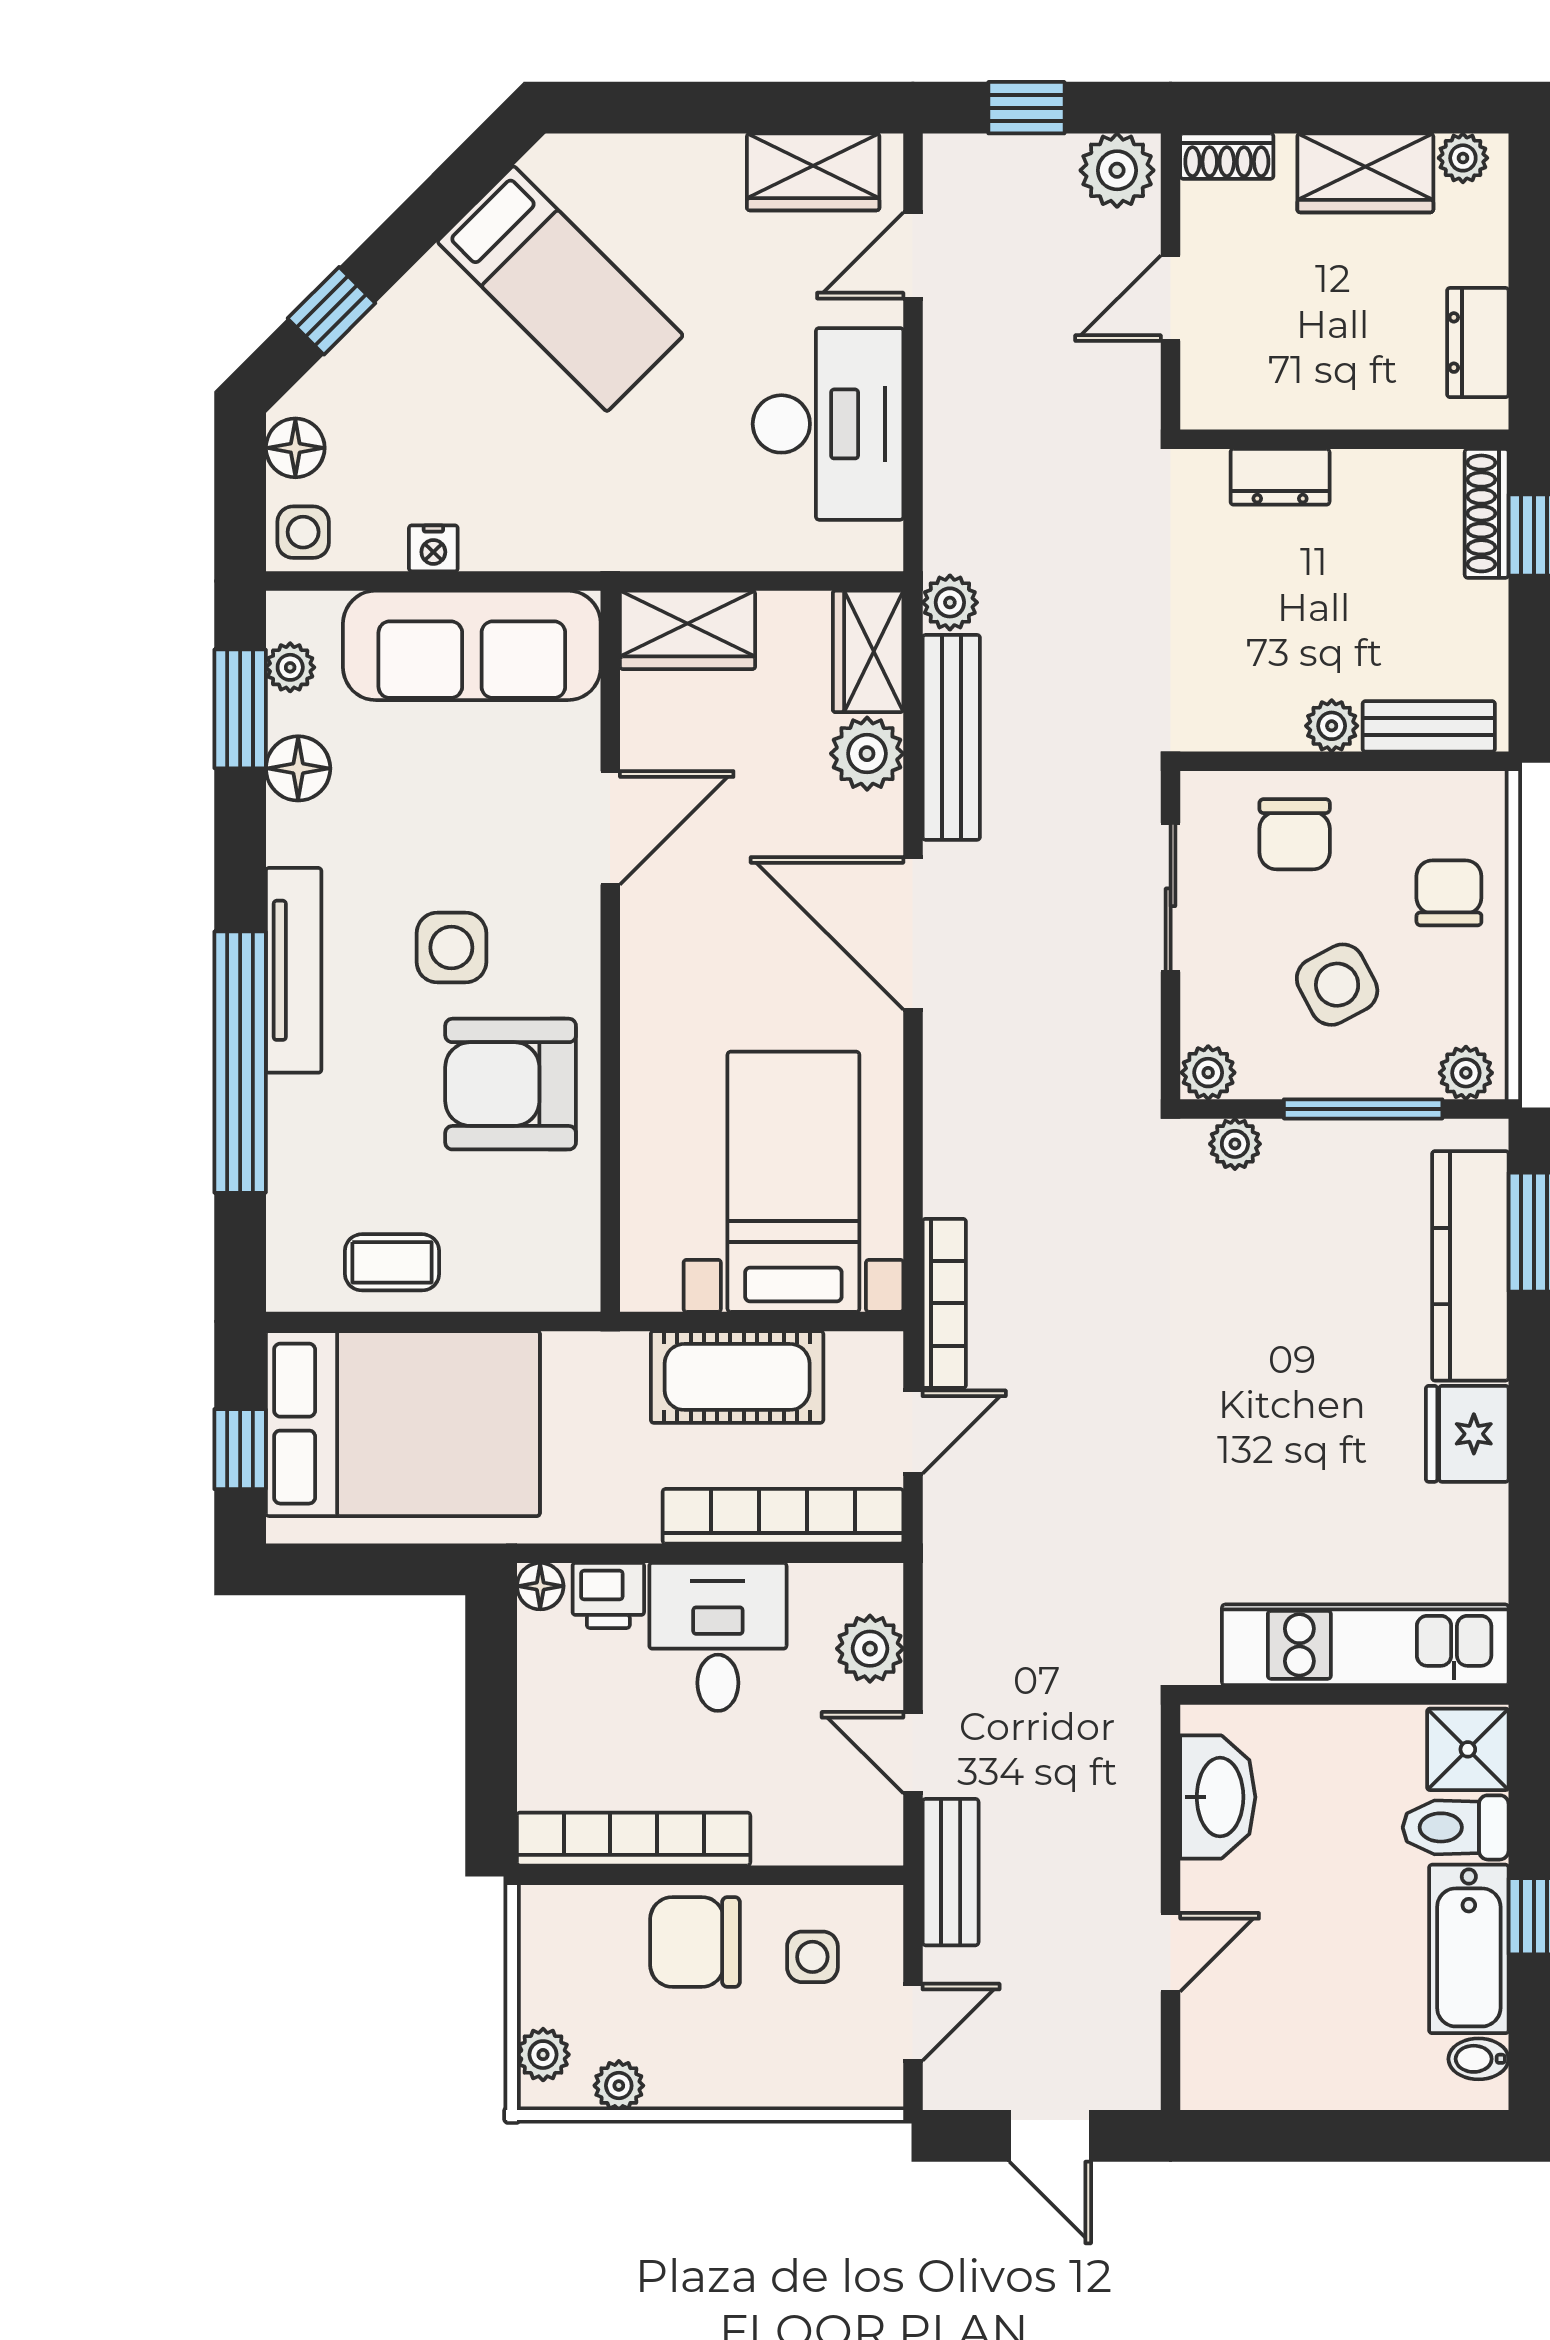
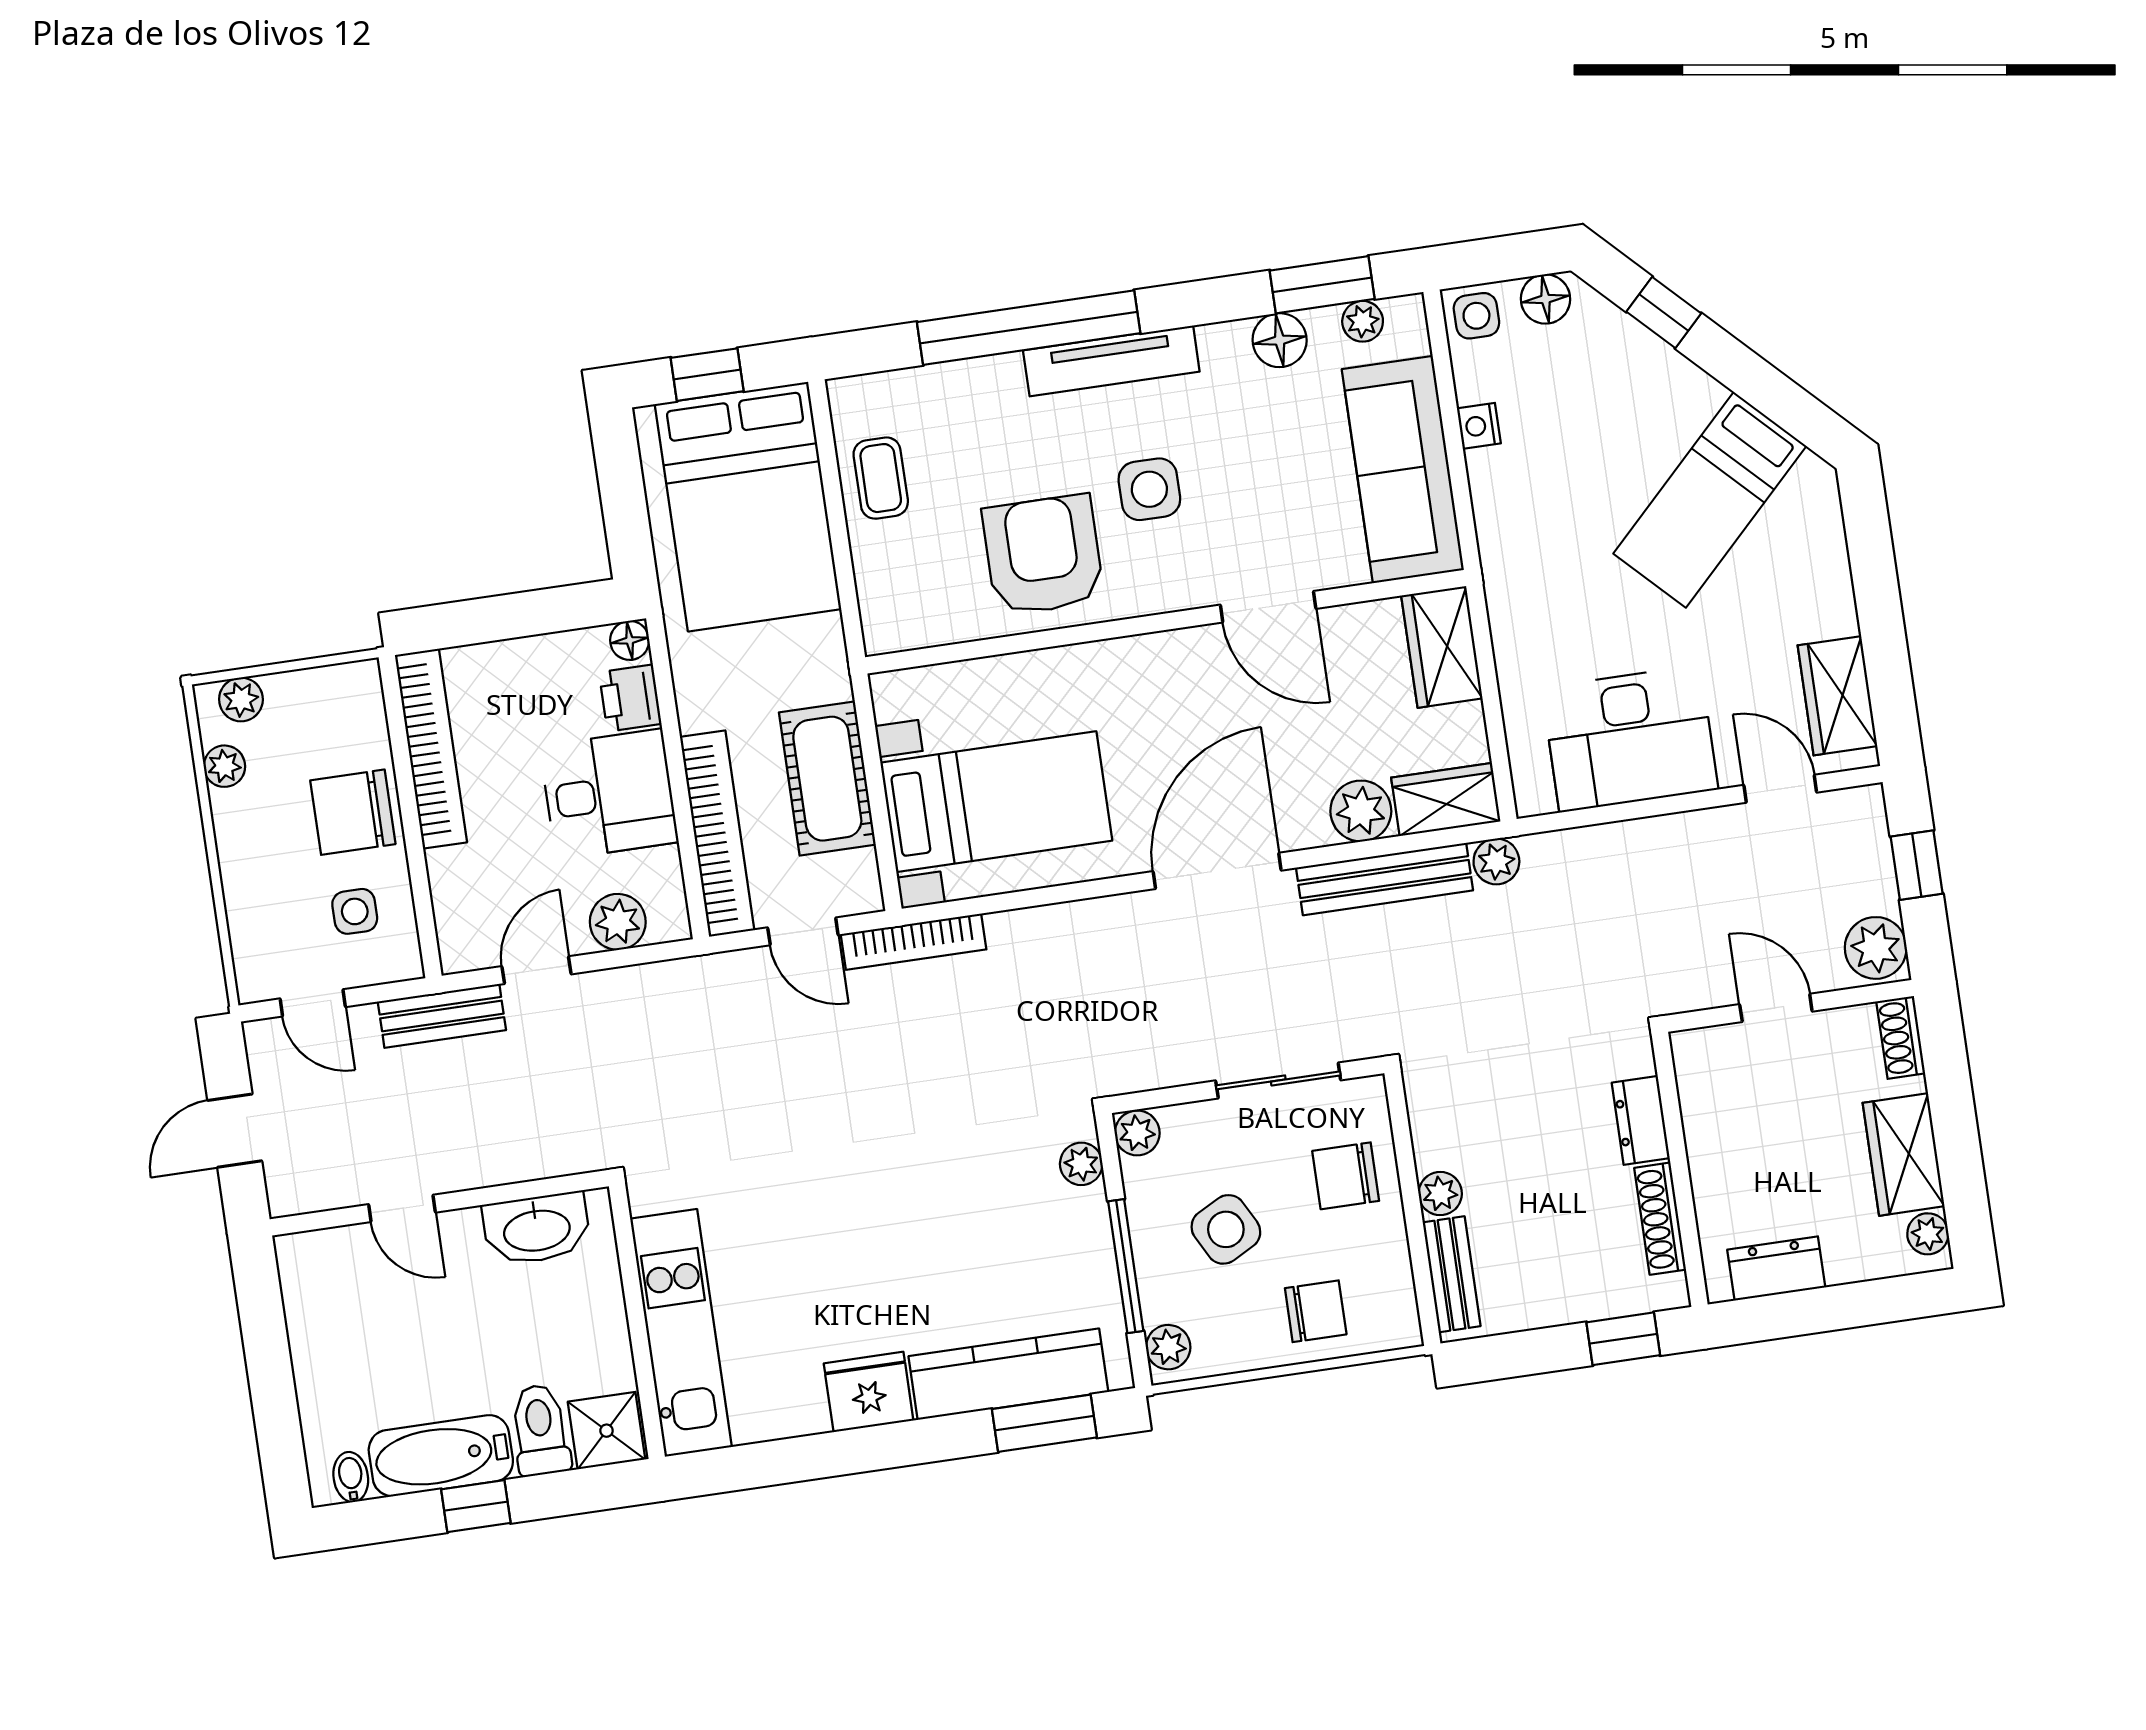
shoe rack: (1487, 513) -> (1660, 1219), moved, turned -90
chair: (695, 1942) -> (353, 812), turned -90

